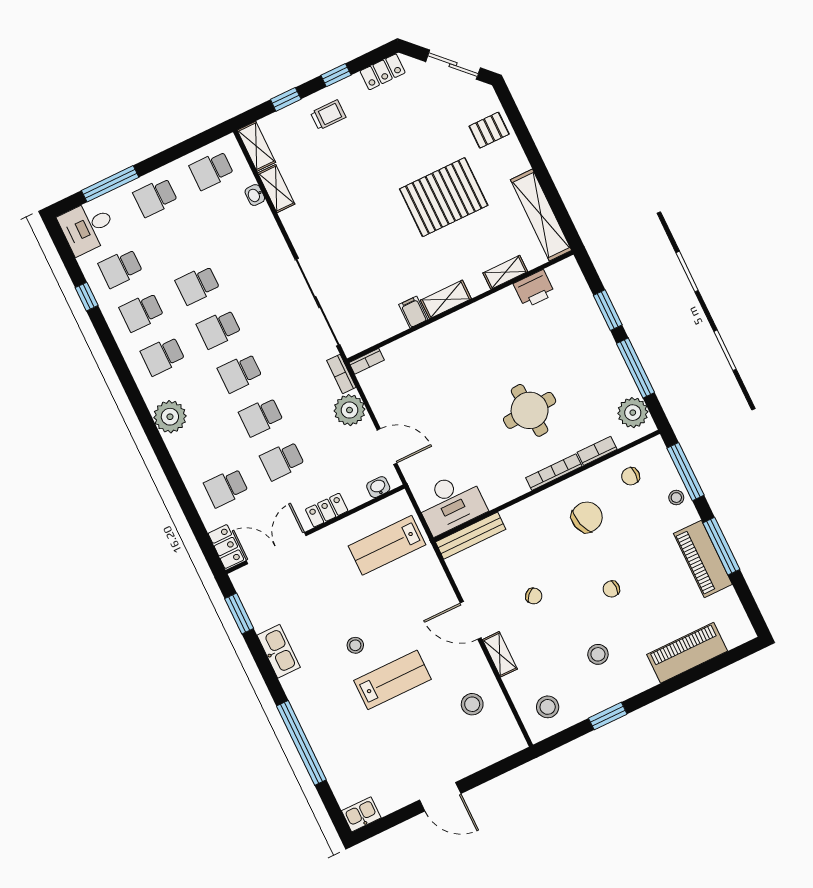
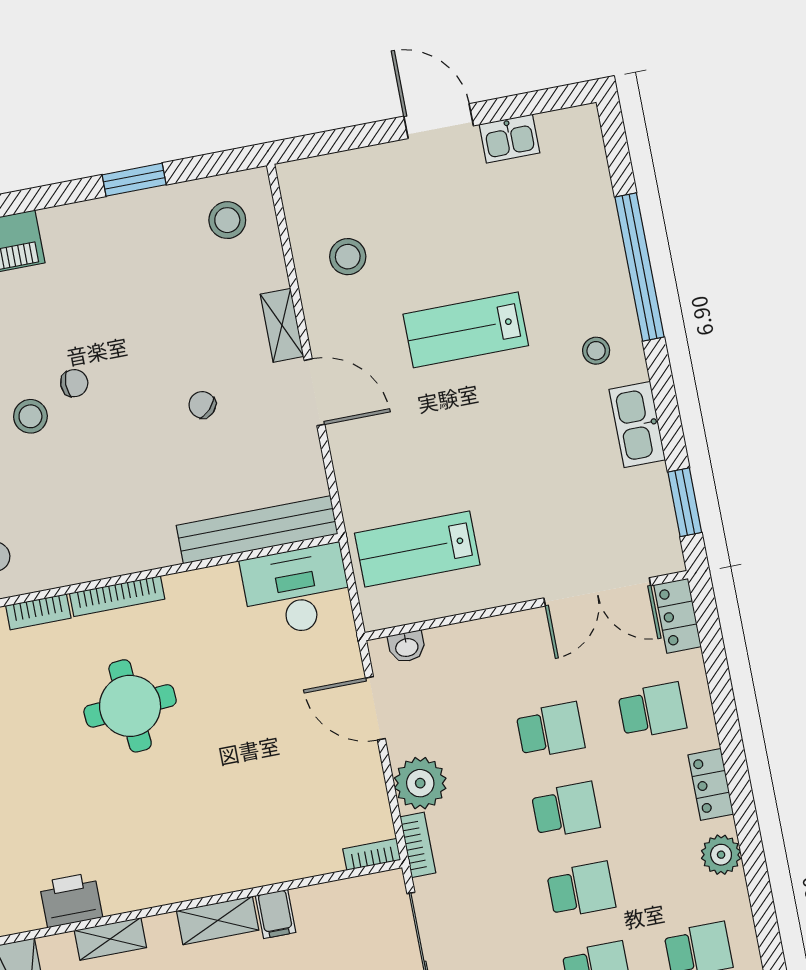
plant: (170, 417) -> (721, 855), width x0.73, depth x0.73
locker: (327, 510) -> (711, 784), moved, turned 90
chair: (587, 517) -> (83, 509), removed
bench: (471, 536) -> (257, 530), width x1.37, depth x1.21
lab bench: (387, 545) -> (417, 549), turned 180
stool: (355, 645) -> (596, 351), moved
stool: (598, 654) -> (30, 416), moved
kitchen sink: (361, 814) -> (509, 139), moved

